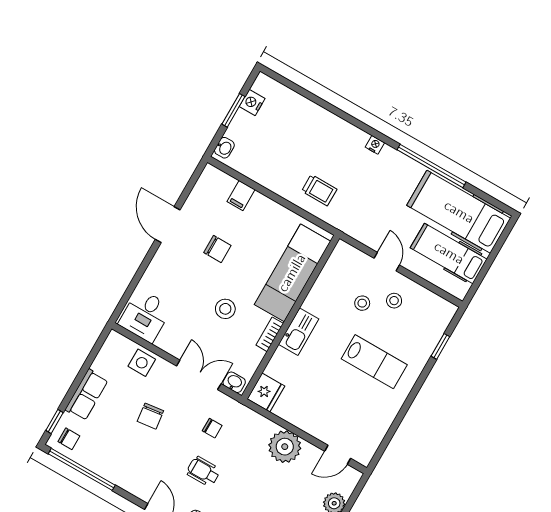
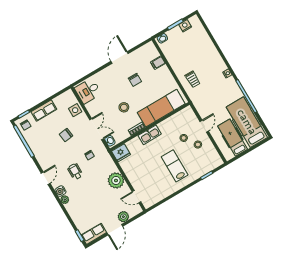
lab bench: (374, 362) -> (175, 166), turned 180

